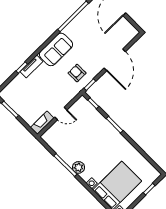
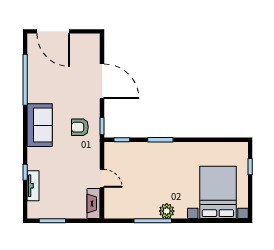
tv unit: (31, 67) -> (33, 186), moved
door: (61, 114) -> (102, 178), hinge flipped

